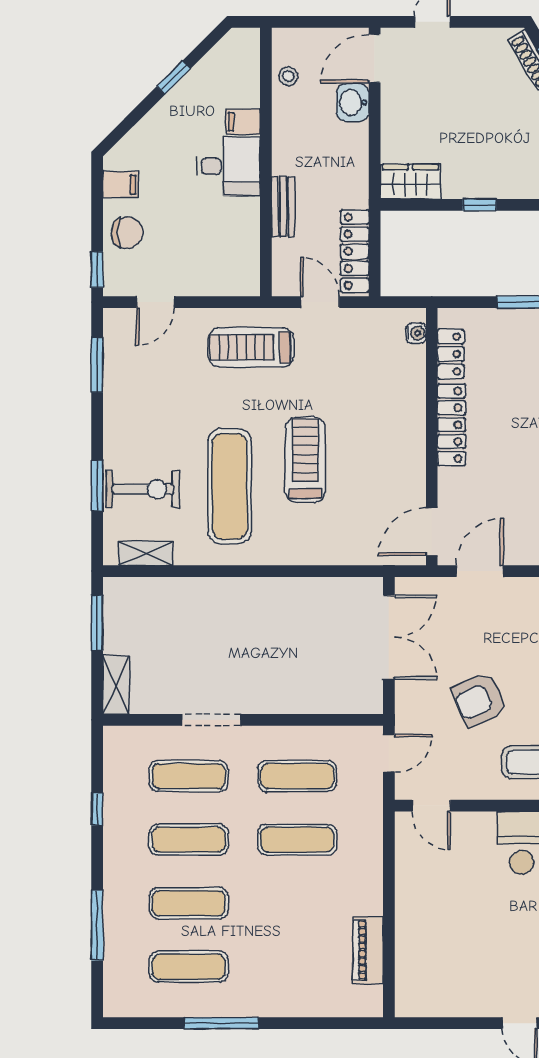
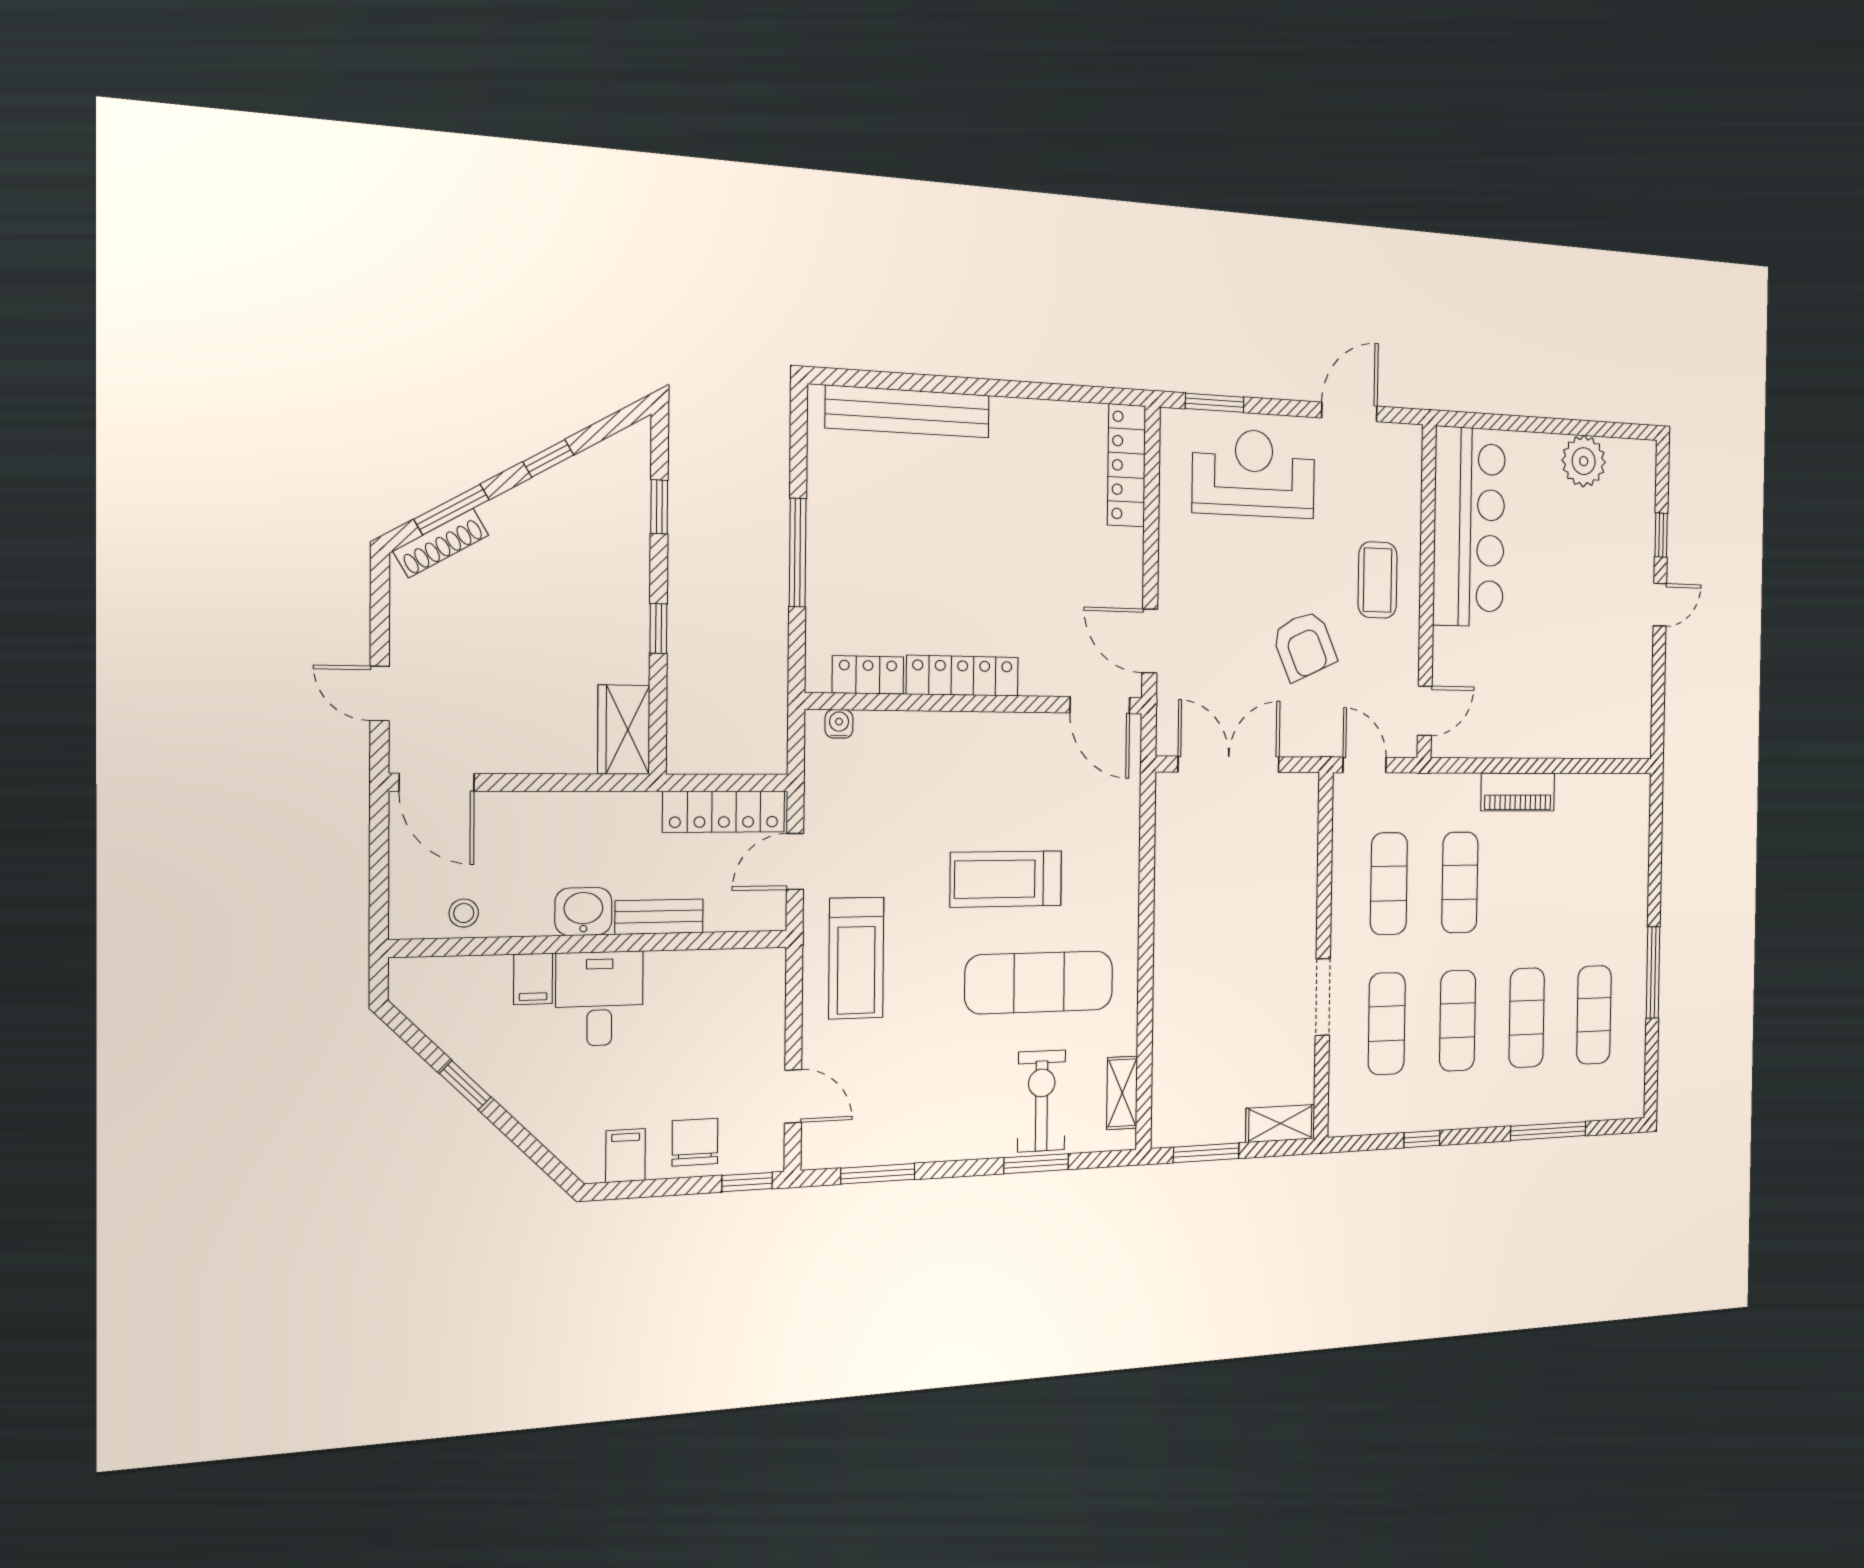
washbasin: (353, 102) -> (583, 911), moved, turned 180
piano: (368, 950) -> (1518, 792), moved

